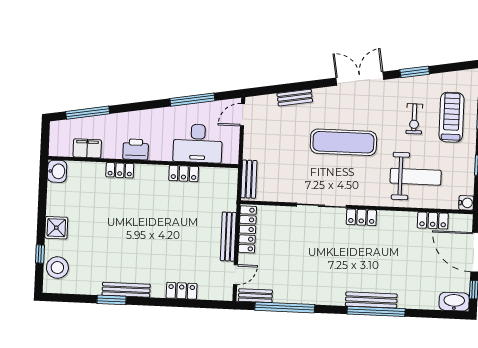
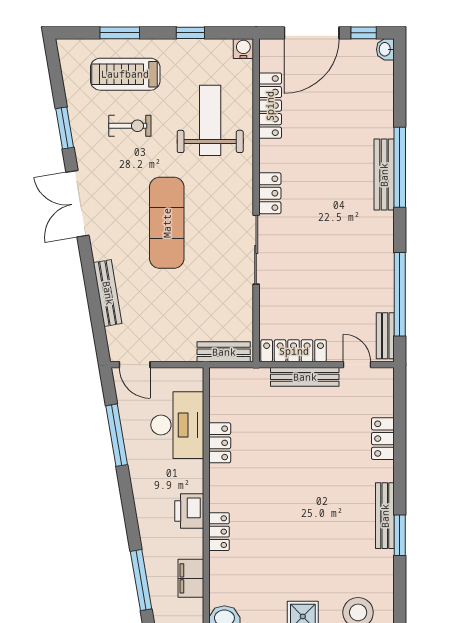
bench: (295, 98) -> (108, 293), width x1.36
locker: (433, 221) -> (270, 106), width x1.53
washbasin: (454, 302) -> (385, 49), width x0.52, depth x0.69

